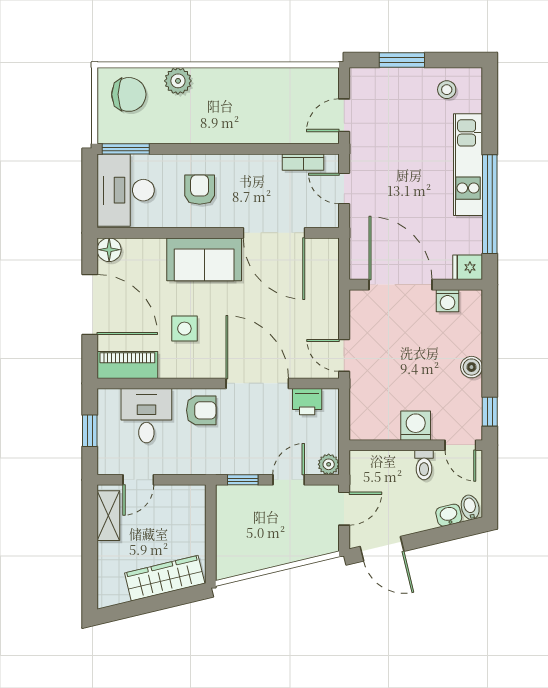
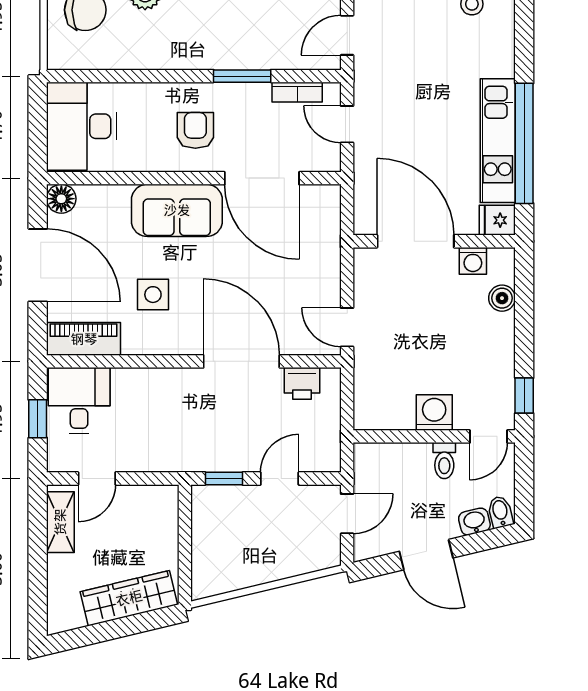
window: (126, 149) -> (242, 76), moved
kitchen unit: (468, 165) -> (498, 141), moved
armchair: (200, 190) -> (195, 130), moved
boiler: (471, 367) -> (502, 298), moved
armchair: (201, 410) -> (173, 394), removed
desk: (146, 416) -> (79, 401), moved
door: (460, 445) -> (488, 436), hinge flipped
plant: (329, 464) -> (328, 460), removed
door: (382, 549) -> (426, 555), moved

